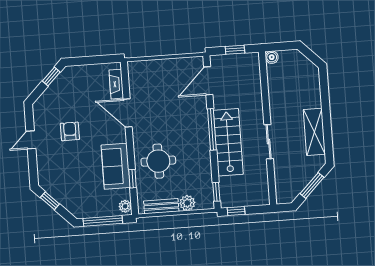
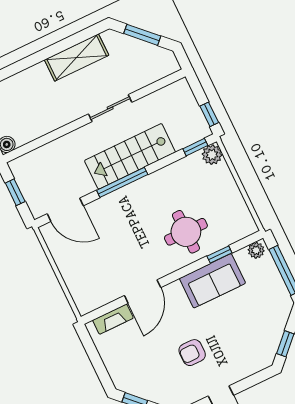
plant: (187, 203) -> (212, 155), moved
bench: (161, 206) -> (239, 207), removed

